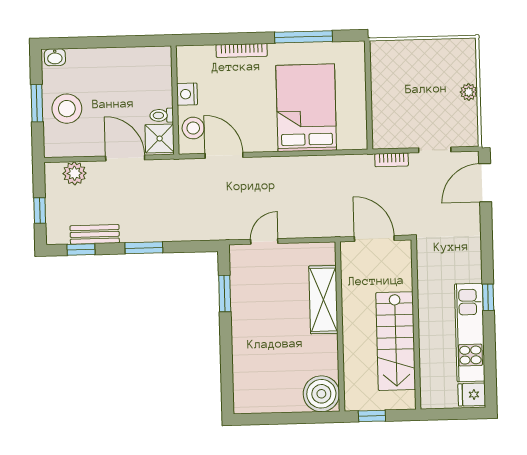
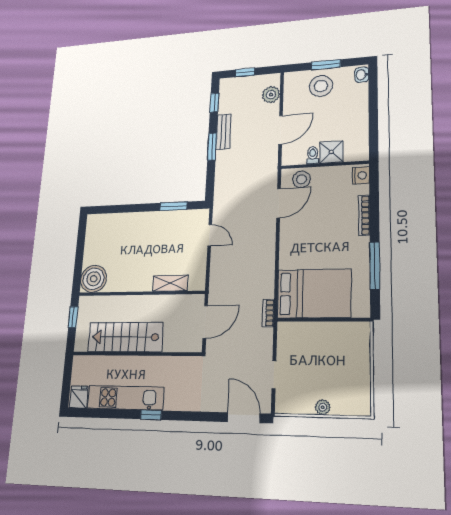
nightstand: (187, 94) -> (361, 175), moved, turned 90
bed: (306, 108) -> (314, 293), moved
shower: (160, 139) -> (331, 152), moved
bookcase: (392, 160) -> (268, 313), moved
bench: (95, 234) -> (224, 132), moved
shelving: (323, 300) -> (170, 283), width x0.67, depth x0.75

